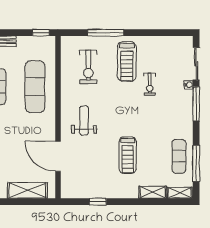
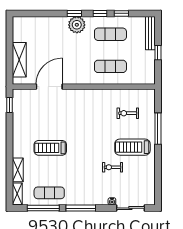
window: (41, 33) -> (158, 53), moved
exercise bike: (88, 67) -> (128, 113), width x0.73, depth x0.72
exercise mat: (35, 87) -> (110, 66), width x0.73, depth x0.69
window: (196, 104) -> (81, 208), moved
weight bench: (84, 121) -> (81, 109), removed
window: (98, 202) -> (9, 105), moved

